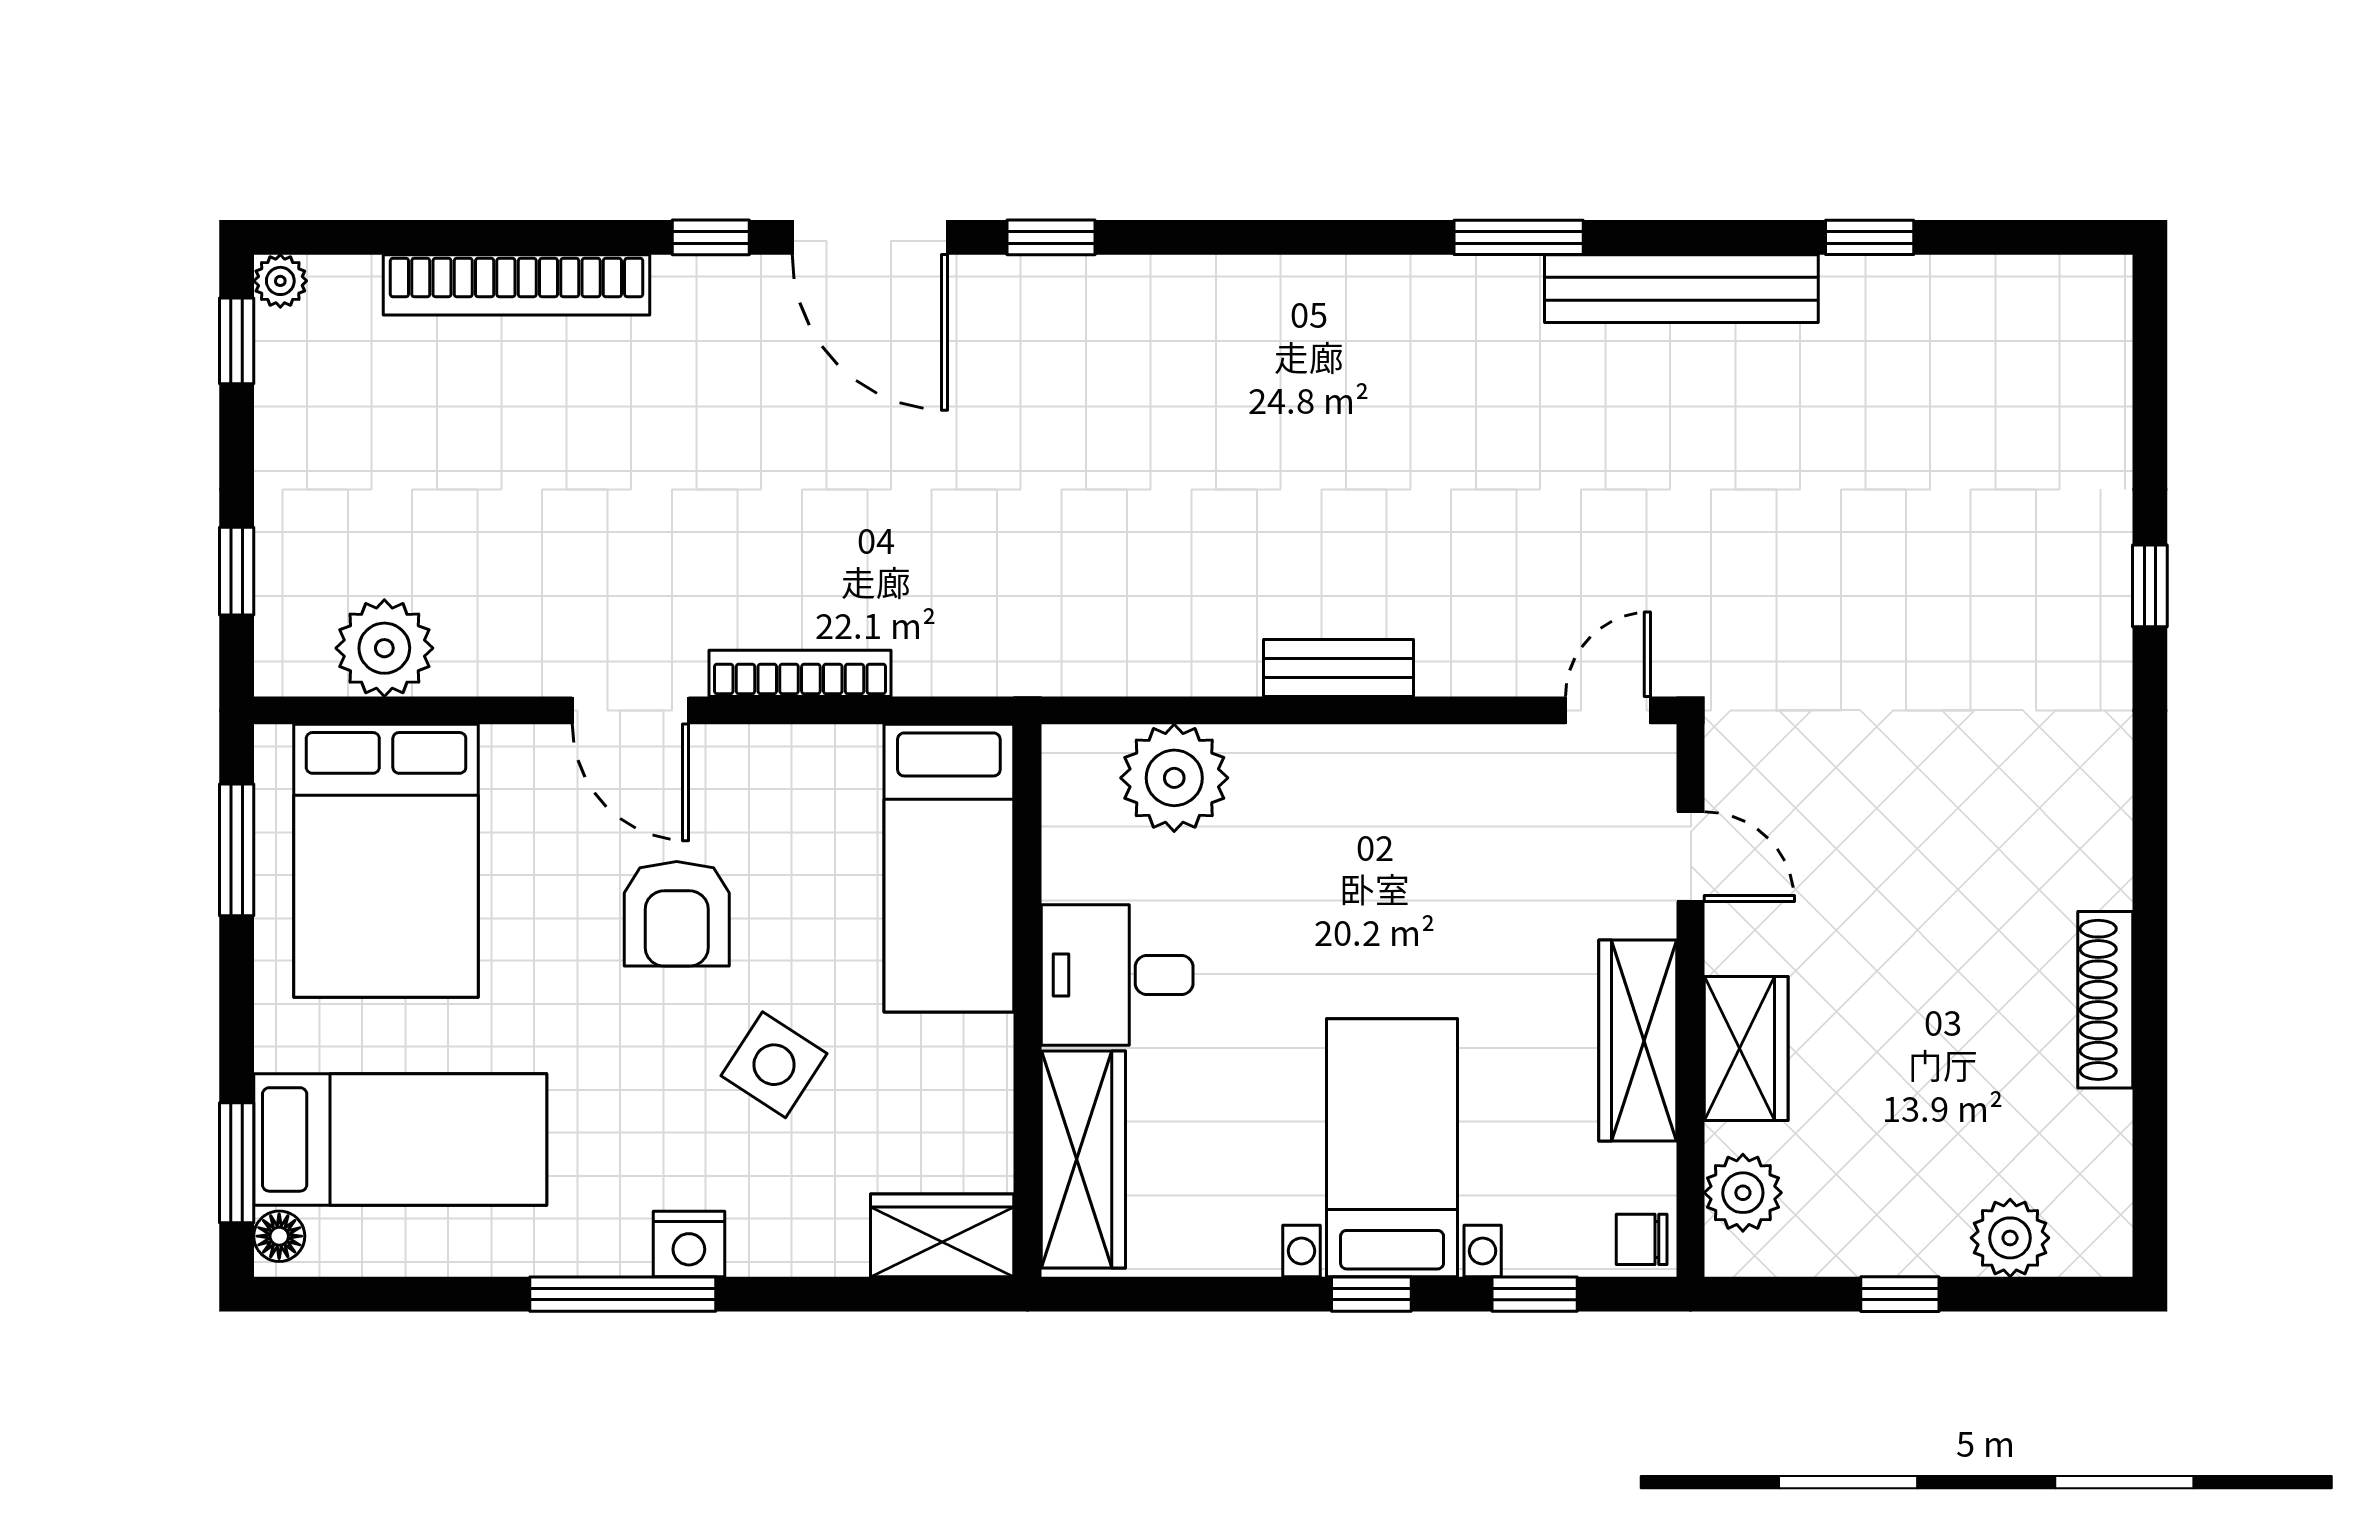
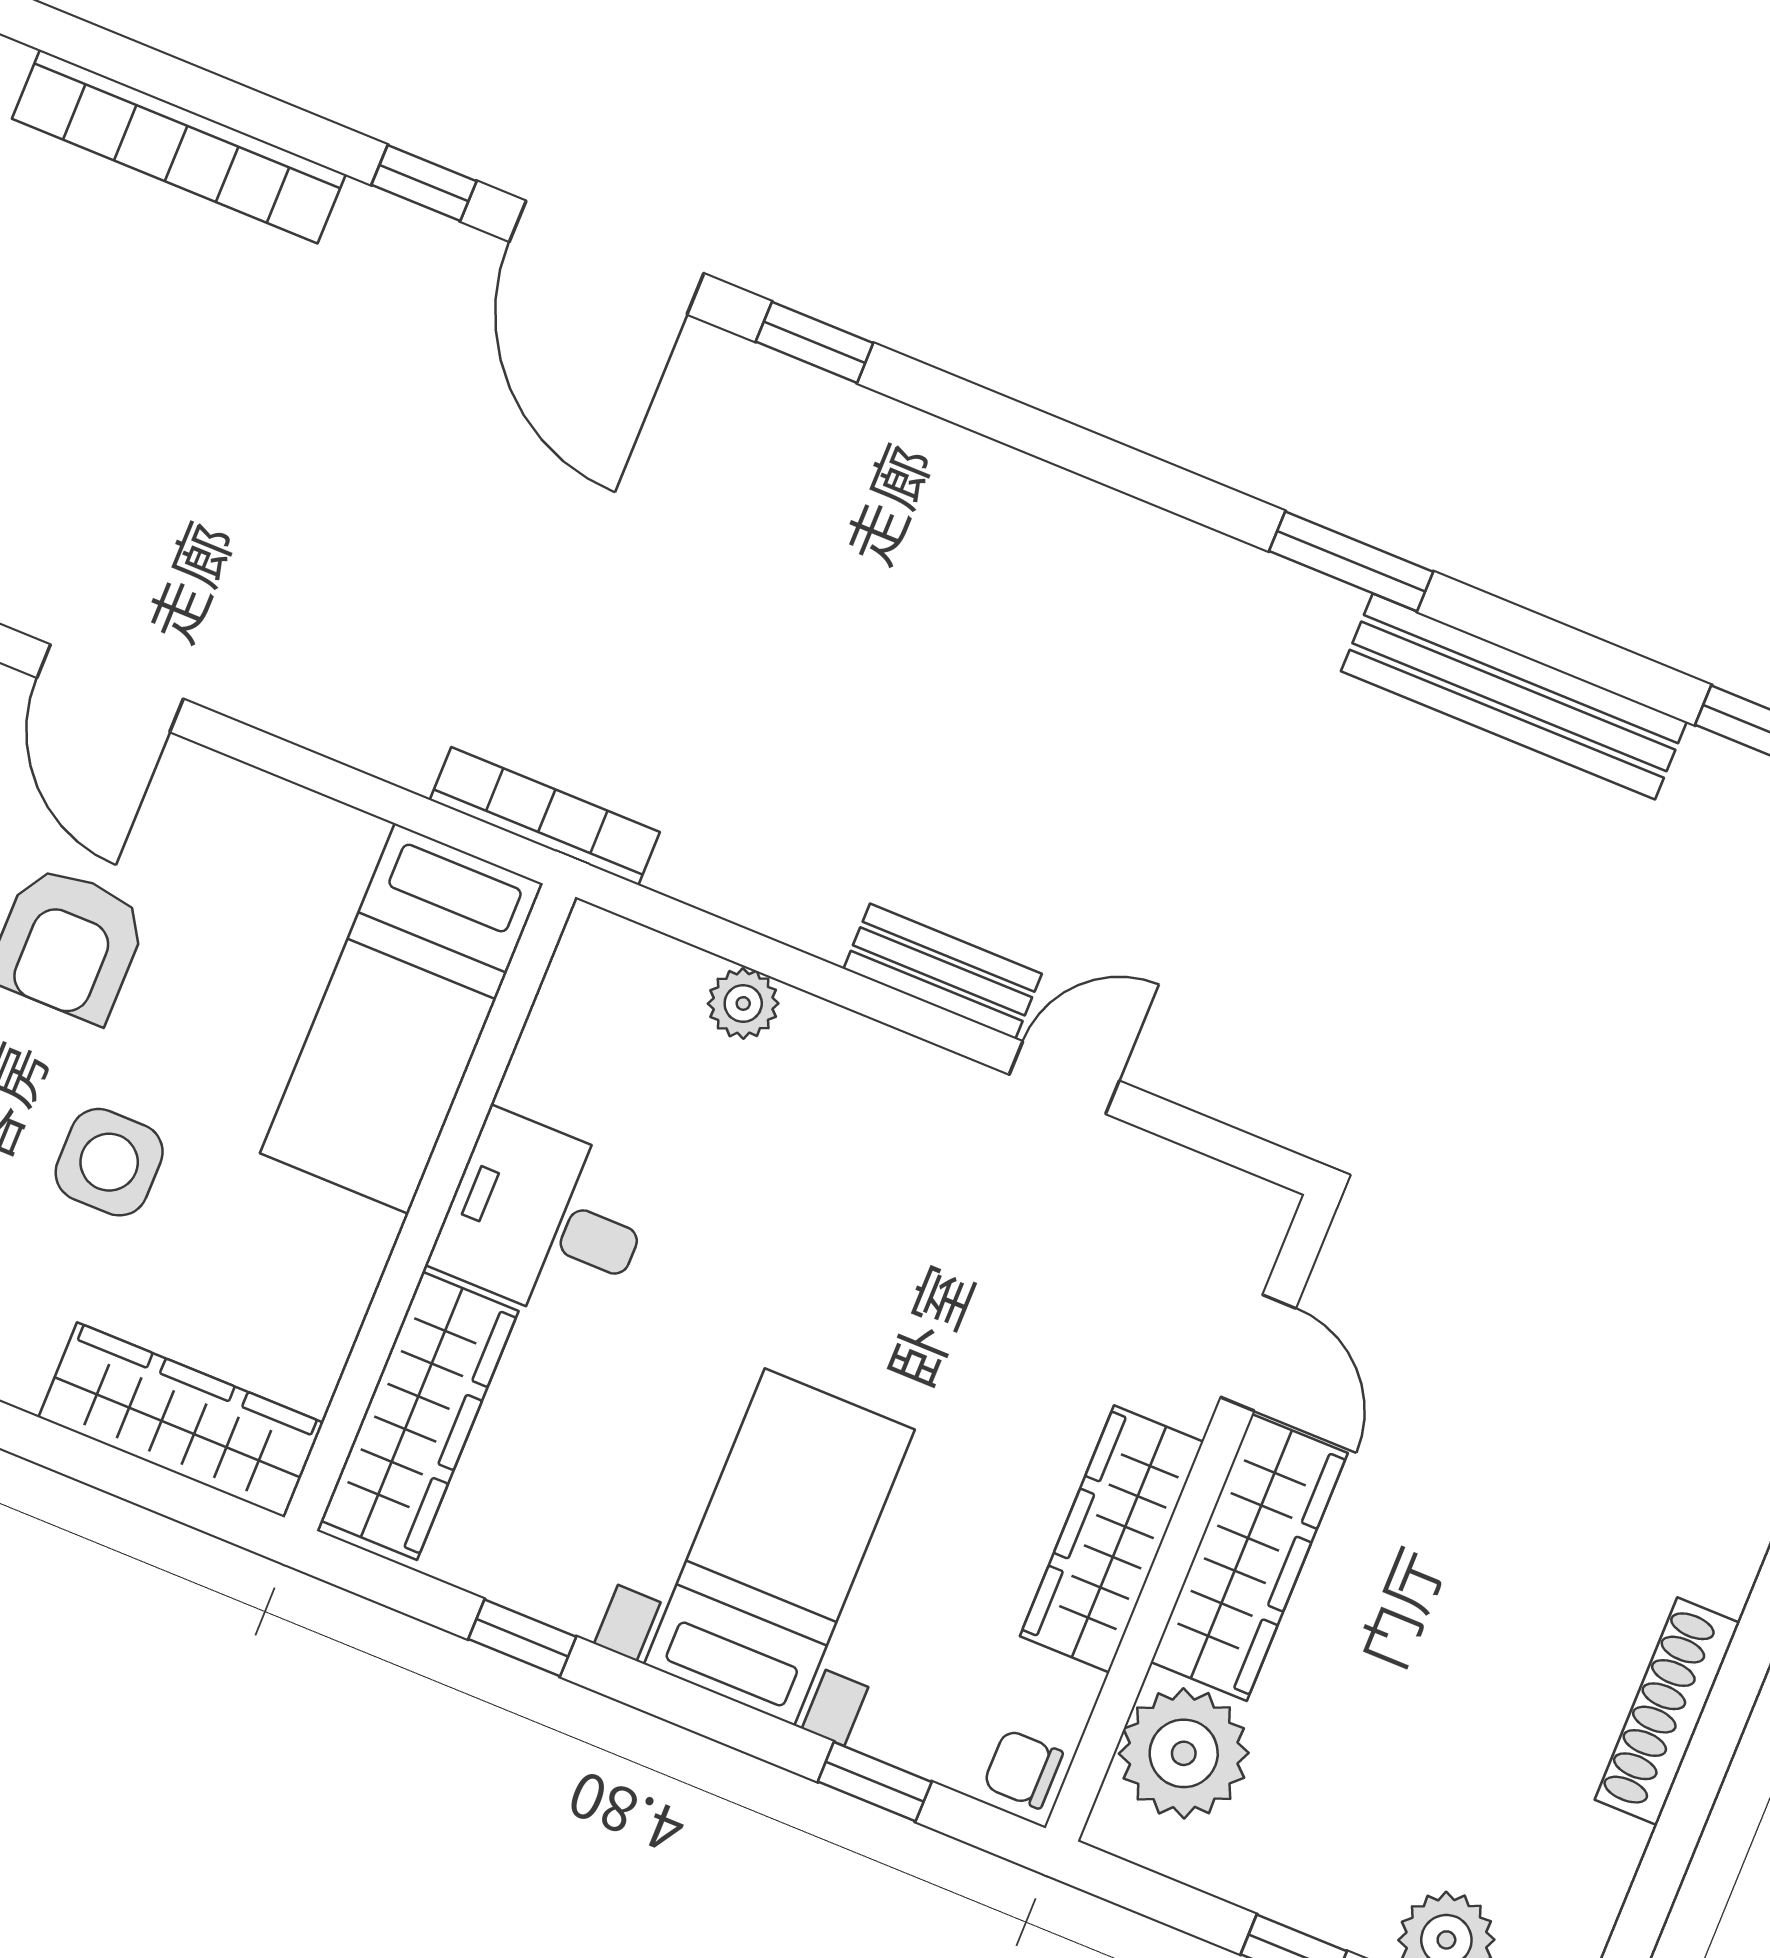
bookcase: (800, 673) -> (545, 816), moved
door: (1608, 710) -> (1064, 1078), moved
plant: (1174, 778) -> (743, 1003), width x0.53, depth x0.53
wardrobe: (1746, 1048) -> (1249, 1557), width x1.50
side table: (774, 1065) -> (109, 1162), turned -33
plant: (1743, 1193) -> (1184, 1753), width x1.36, depth x1.36
wardrobe: (942, 1235) -> (181, 1420), width x1.50
window: (1371, 1294) -> (522, 1638), moved

